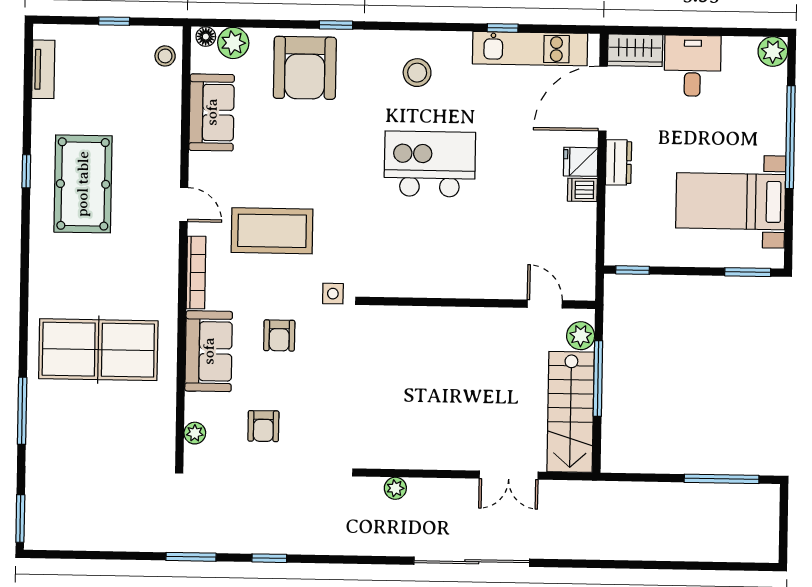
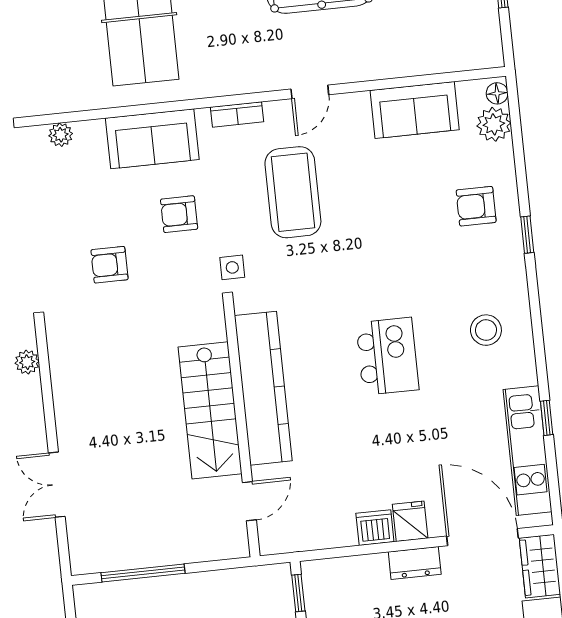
stool: (165, 56) -> (470, 51), removed
armchair: (305, 68) -> (476, 206), width x0.53, depth x0.53
kitchen island: (430, 164) -> (387, 356), width x0.73, depth x0.78
dishwasher: (582, 190) -> (375, 528), width x1.38
bookcase: (196, 272) -> (237, 114), width x0.64
kitchen counter: (445, 279) -> (263, 388), added
plant: (581, 336) -> (219, 545), removed
window: (598, 379) -> (143, 573), moved
stairs: (571, 412) -> (210, 410), moved, turned -90
armchair: (263, 426) -> (109, 265), moved

